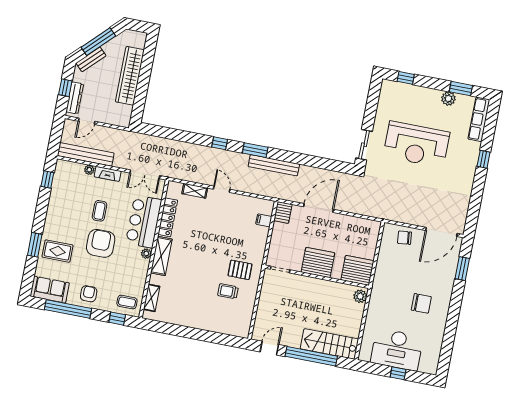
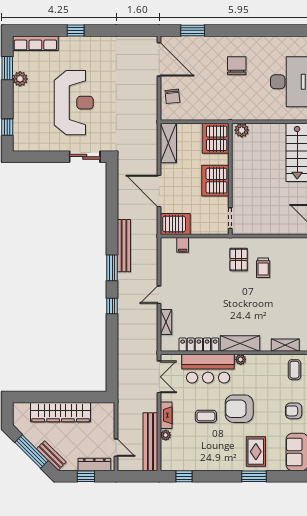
server rack: (283, 212) -> (175, 224), width x1.36, depth x1.44
shelving: (362, 225) -> (168, 143), added

